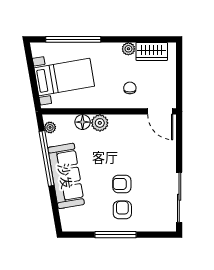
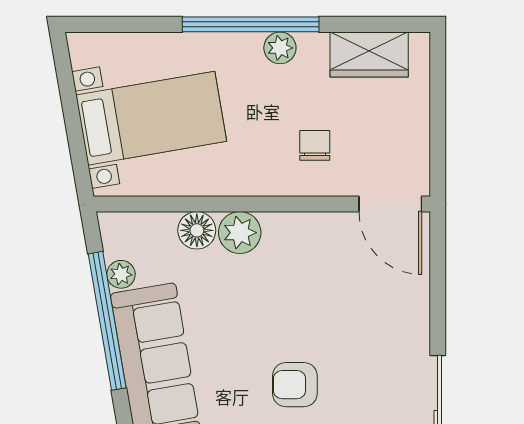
window: (73, 39) -> (251, 24), moved
plant: (128, 49) -> (280, 48), moved
plant: (50, 127) -> (121, 274), moved

